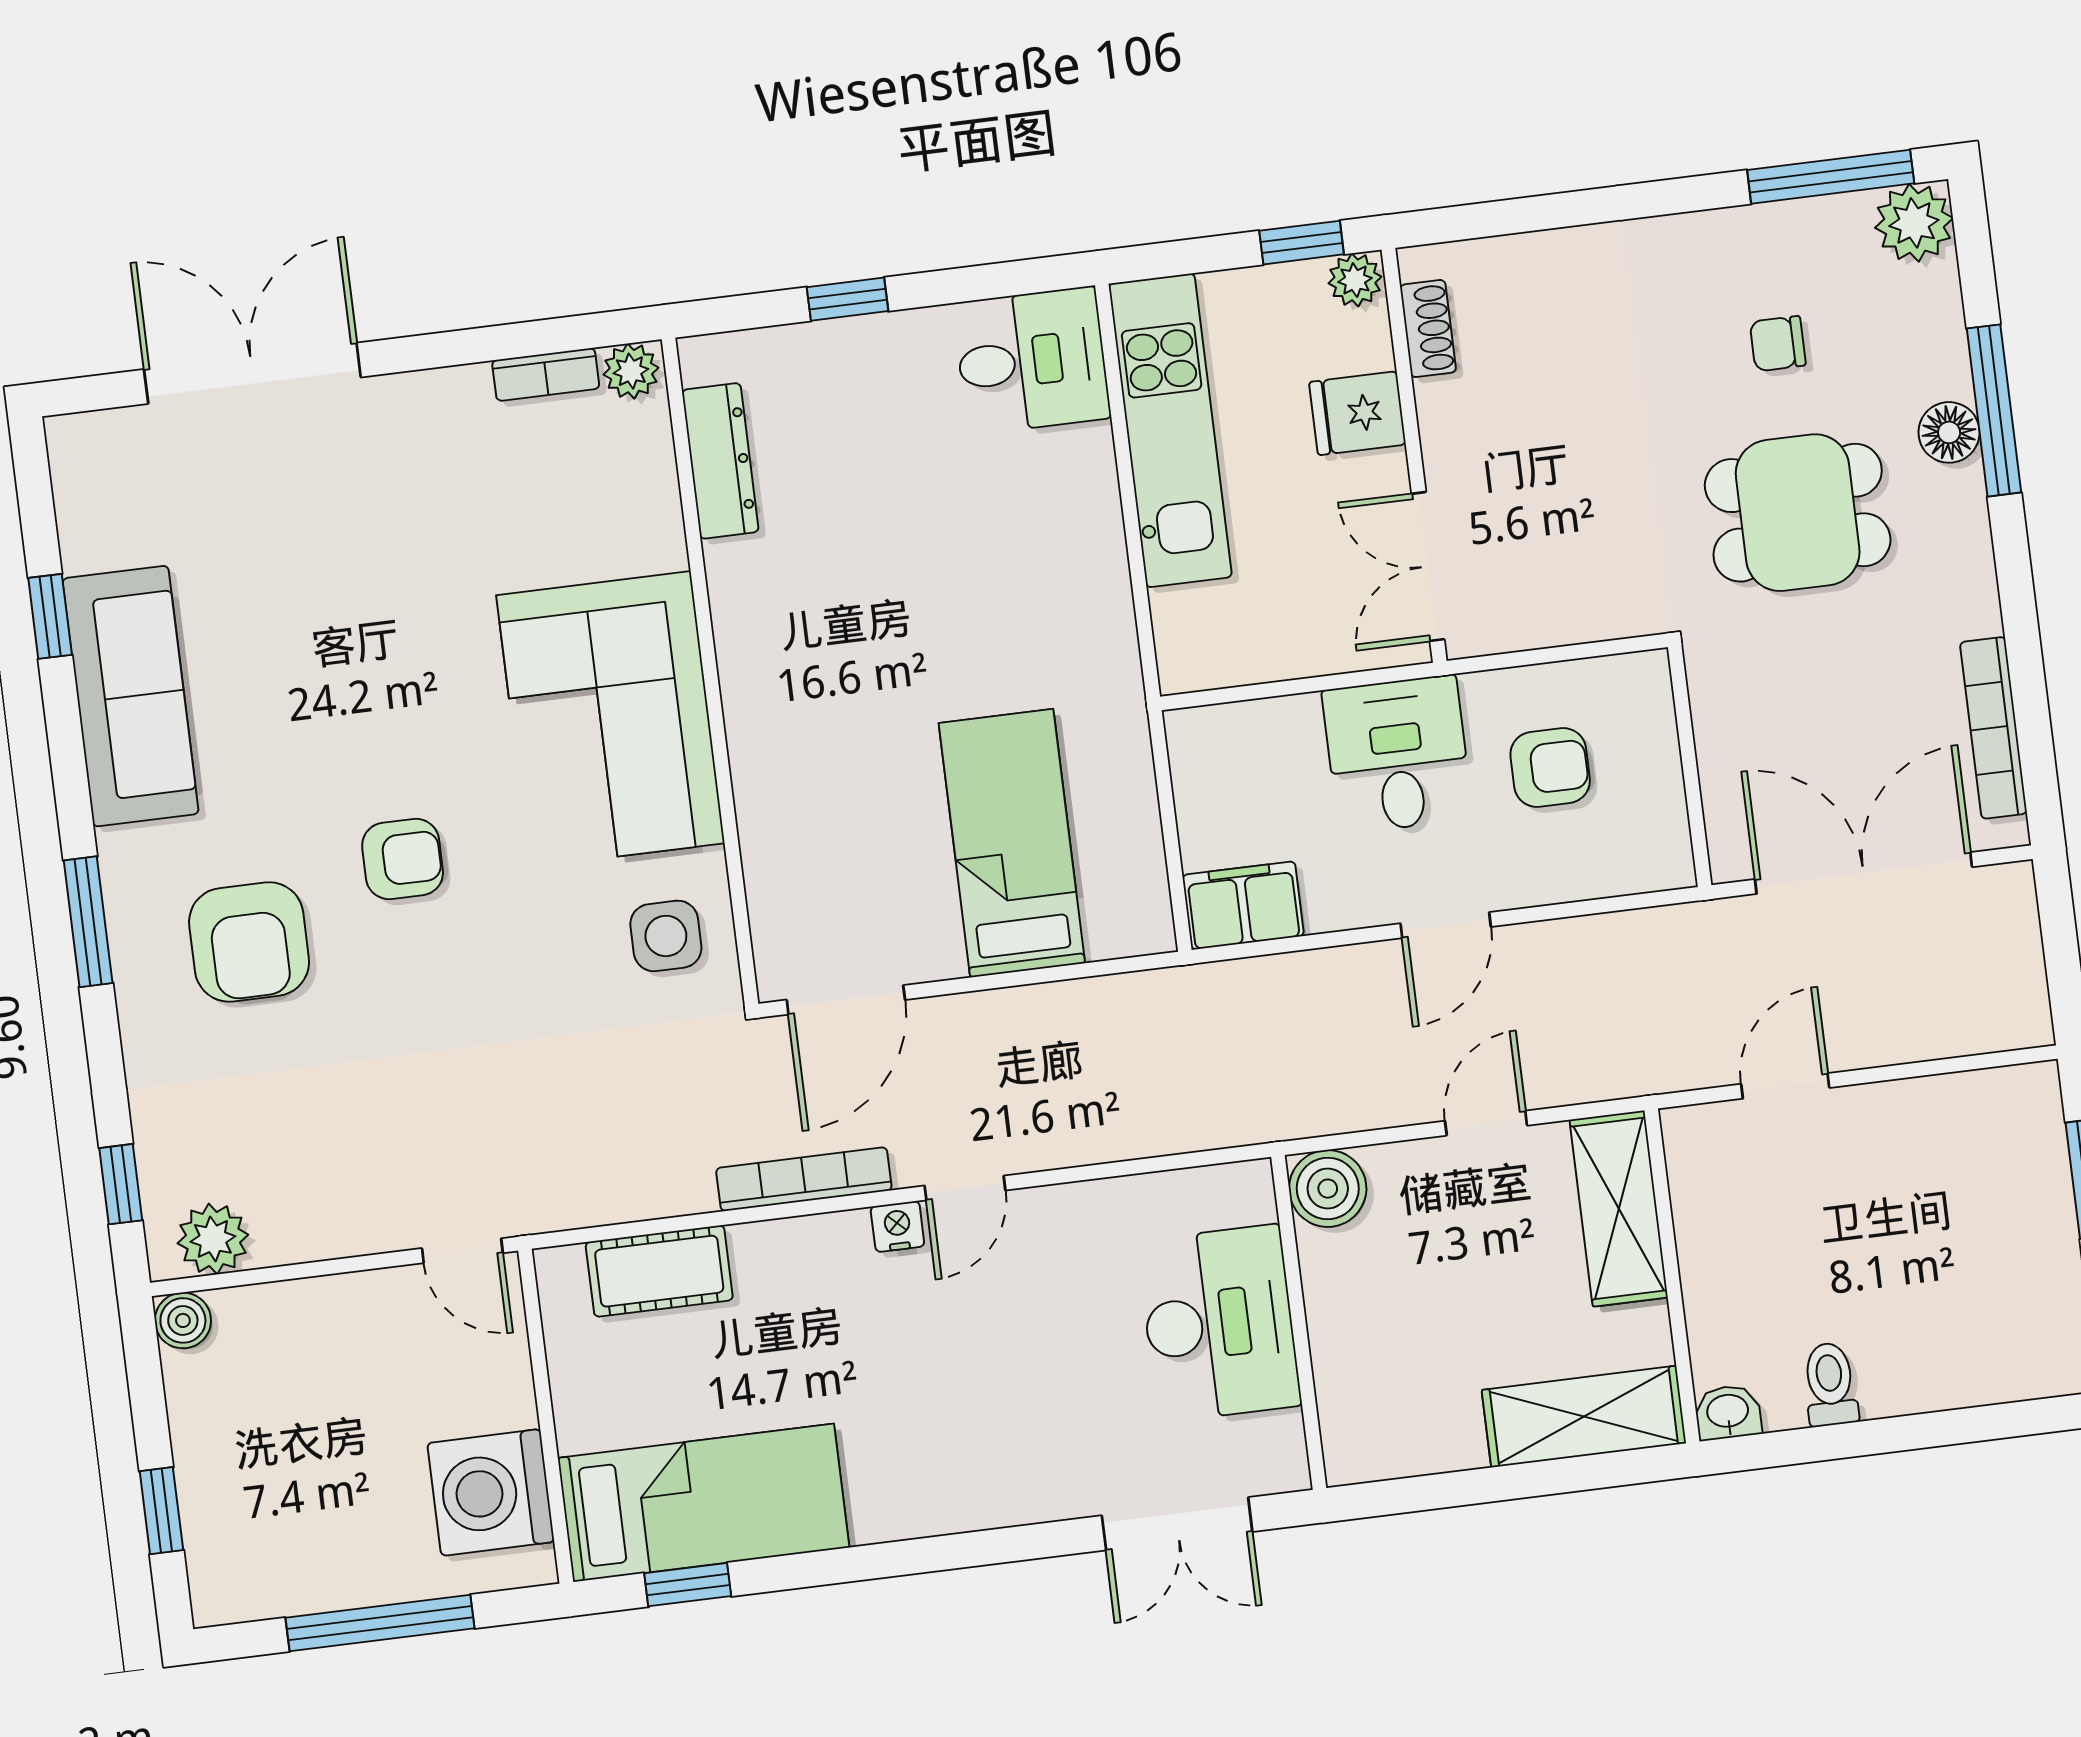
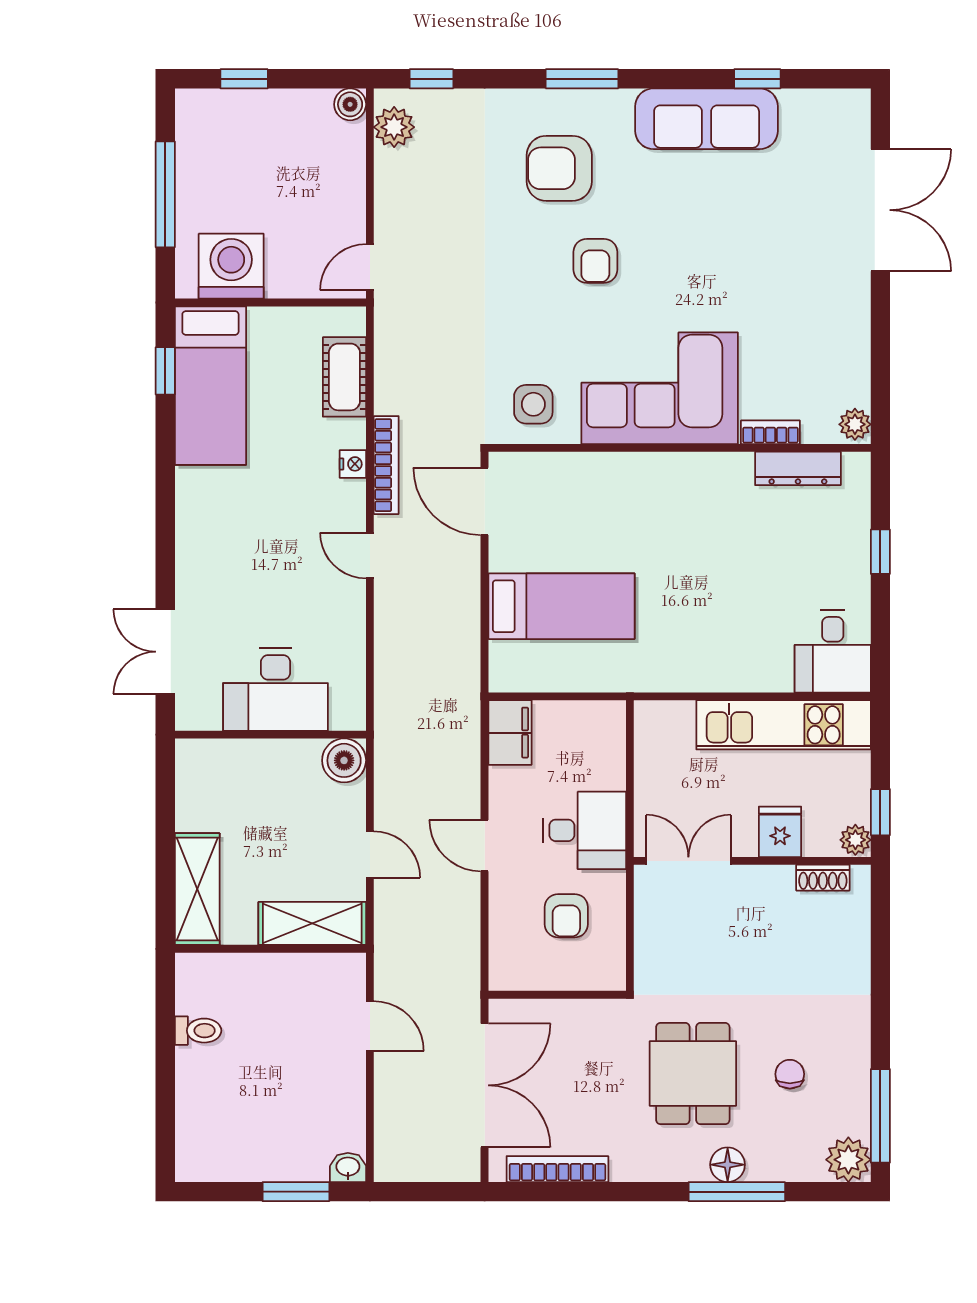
bookcase: (546, 375) -> (770, 432), moved, turned 90
nightstand: (897, 1227) -> (353, 464), moved
washbasin: (1728, 1412) -> (348, 1167), moved, turned -90

